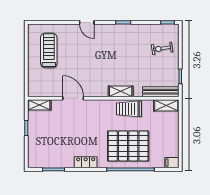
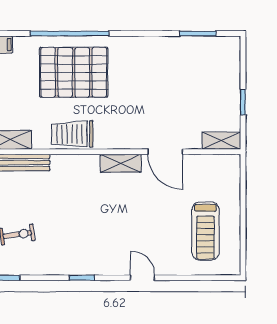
shelving: (121, 91) -> (121, 163), moved
trolley: (129, 109) -> (72, 134), turned 180
locker: (86, 162) -> (144, 45), removed

